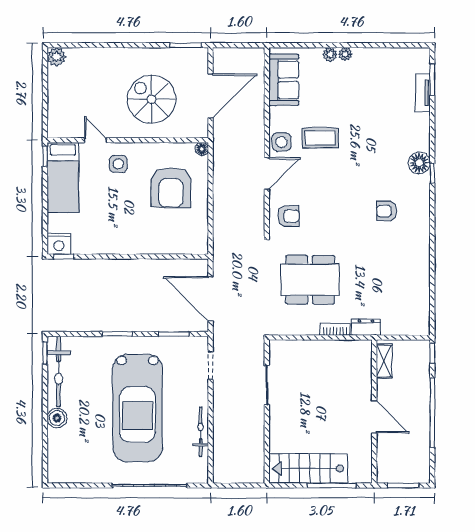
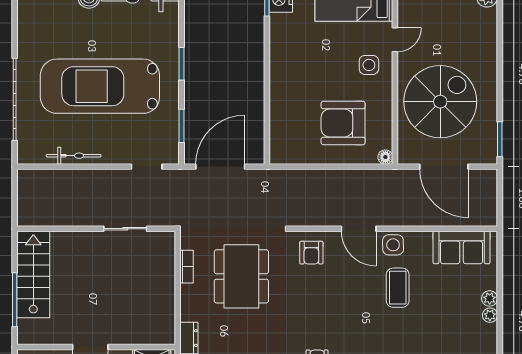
spiral stairs: (152, 99) -> (440, 102), width x1.37, depth x1.37
bookcase: (335, 329) -> (187, 267), moved

